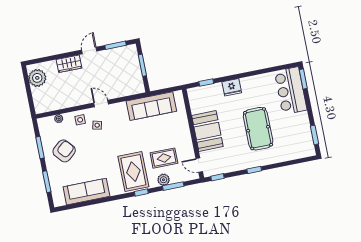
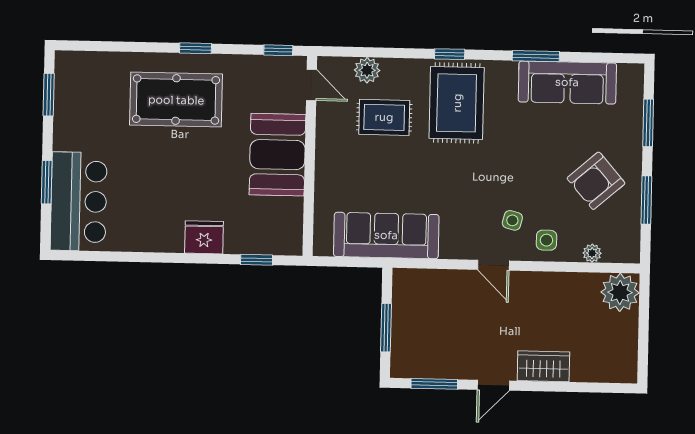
plant: (37, 78) -> (620, 292), moved
window: (303, 79) -> (47, 182), moved
pool table: (258, 129) -> (176, 100), moved, turned 90
plant: (164, 180) -> (367, 70), moved
window: (173, 186) -> (536, 56), moved

